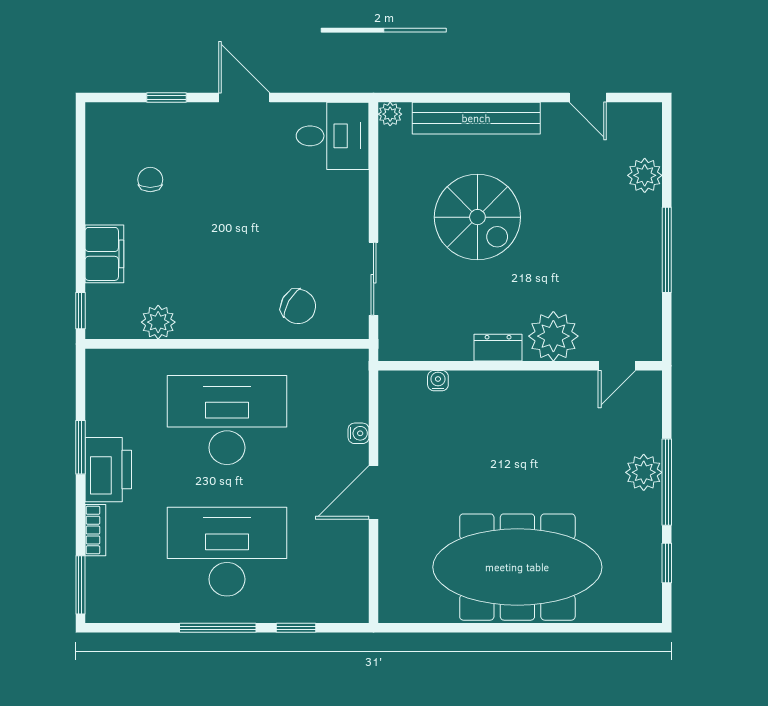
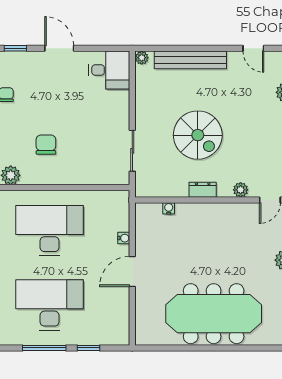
spiral stairs: (477, 217) -> (198, 135), moved
chair: (298, 306) -> (46, 145), moved, turned -120
plant: (553, 336) -> (241, 190), width x0.53, depth x0.53

